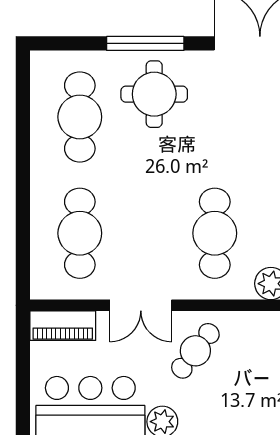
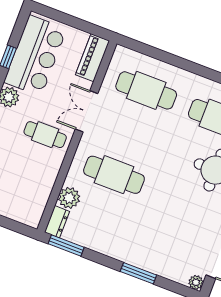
cafe table: (195, 351) -> (45, 135), turned -38

